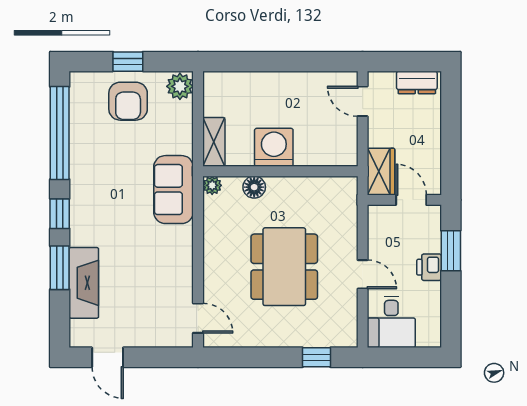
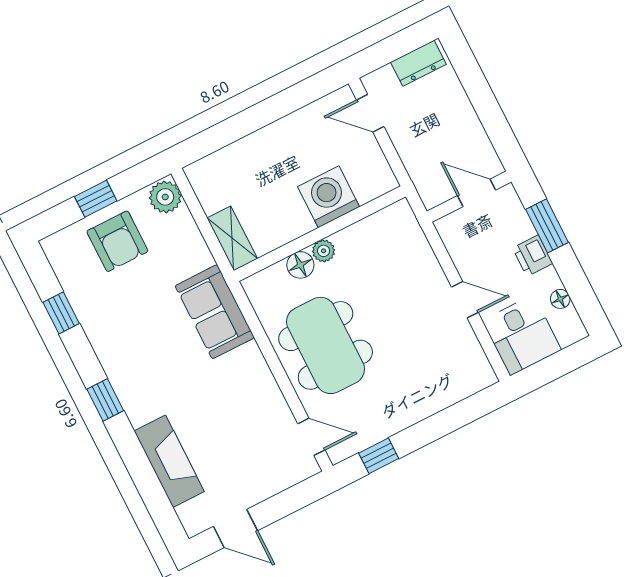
window: (60, 133) -> (61, 313), width x0.32
washing machine: (274, 147) -> (329, 197), moved
wardrobe: (381, 172) -> (429, 179), removed
plant: (212, 185) -> (324, 251), moved
dining table: (284, 267) -> (326, 345), moved
window: (60, 268) -> (135, 458), removed
floor lamp: (433, 310) -> (560, 299), added
window: (317, 357) -> (379, 456), moved

